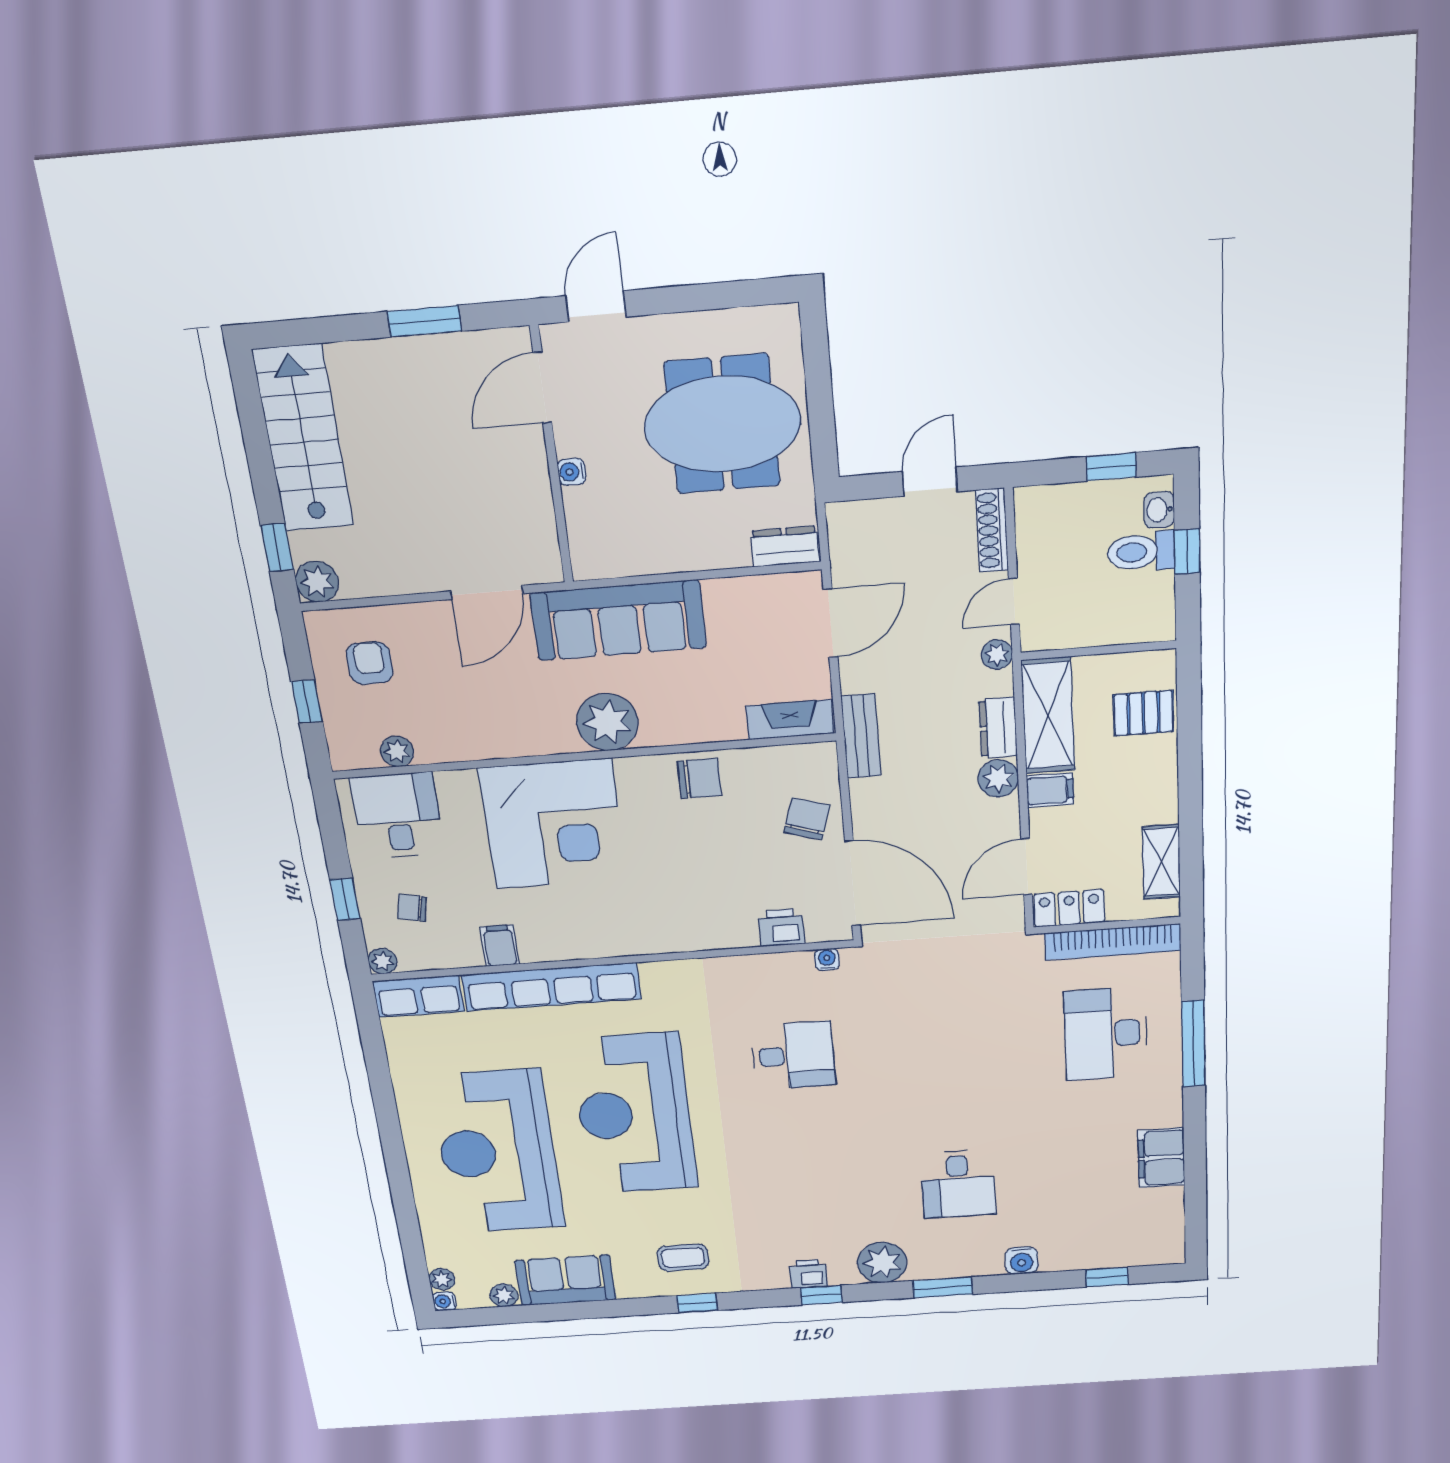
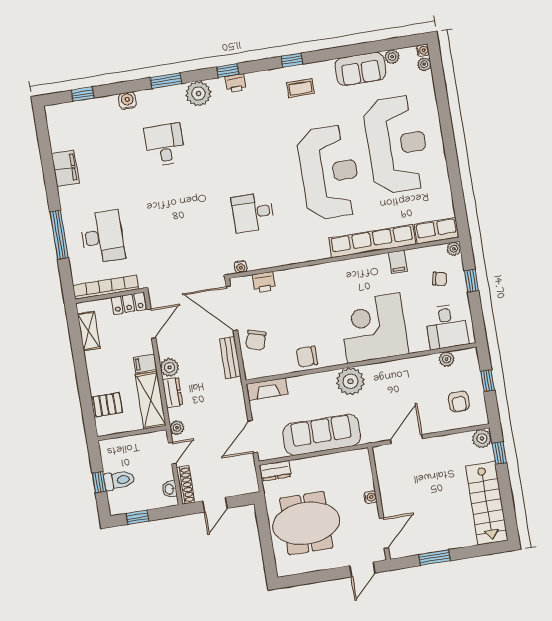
washbasin: (1159, 510) -> (170, 489), moved, turned 180
sofa: (618, 620) -> (322, 435), moved
bench: (861, 736) -> (230, 358), moved

